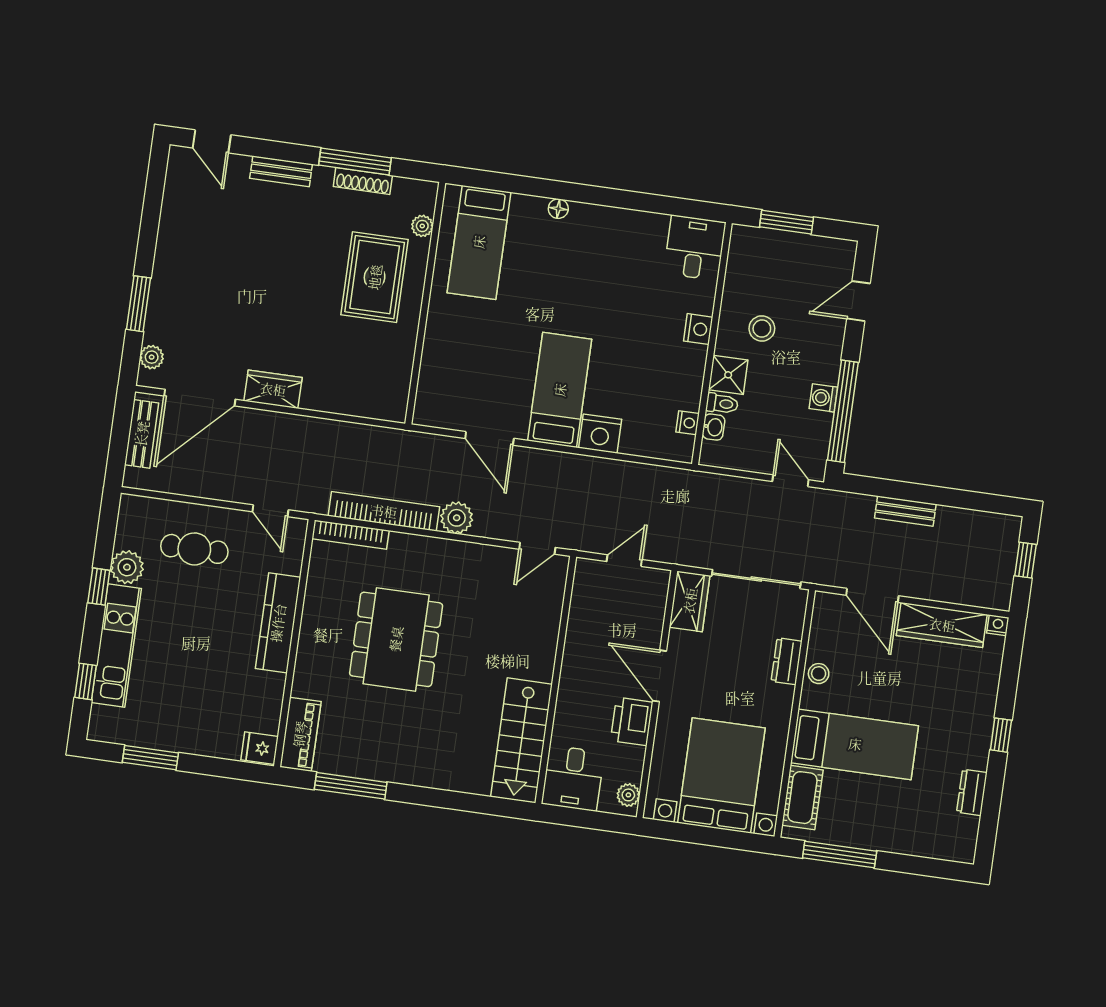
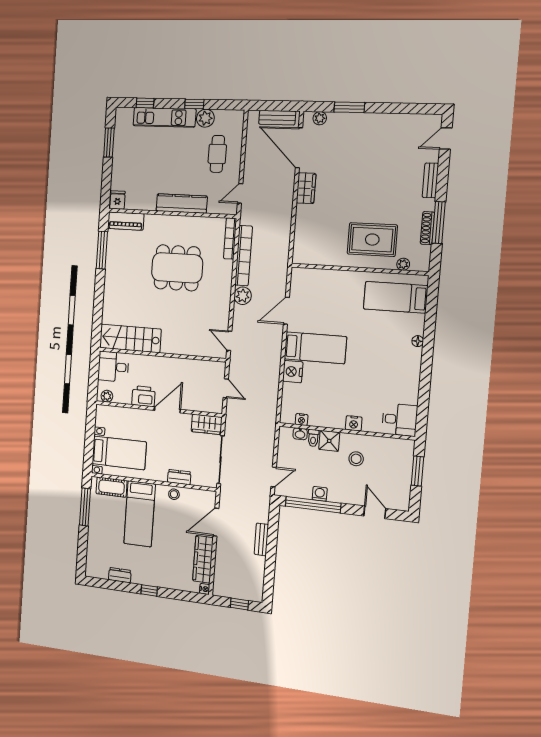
bed with nightstands: (721, 776) -> (119, 453), width x0.73

